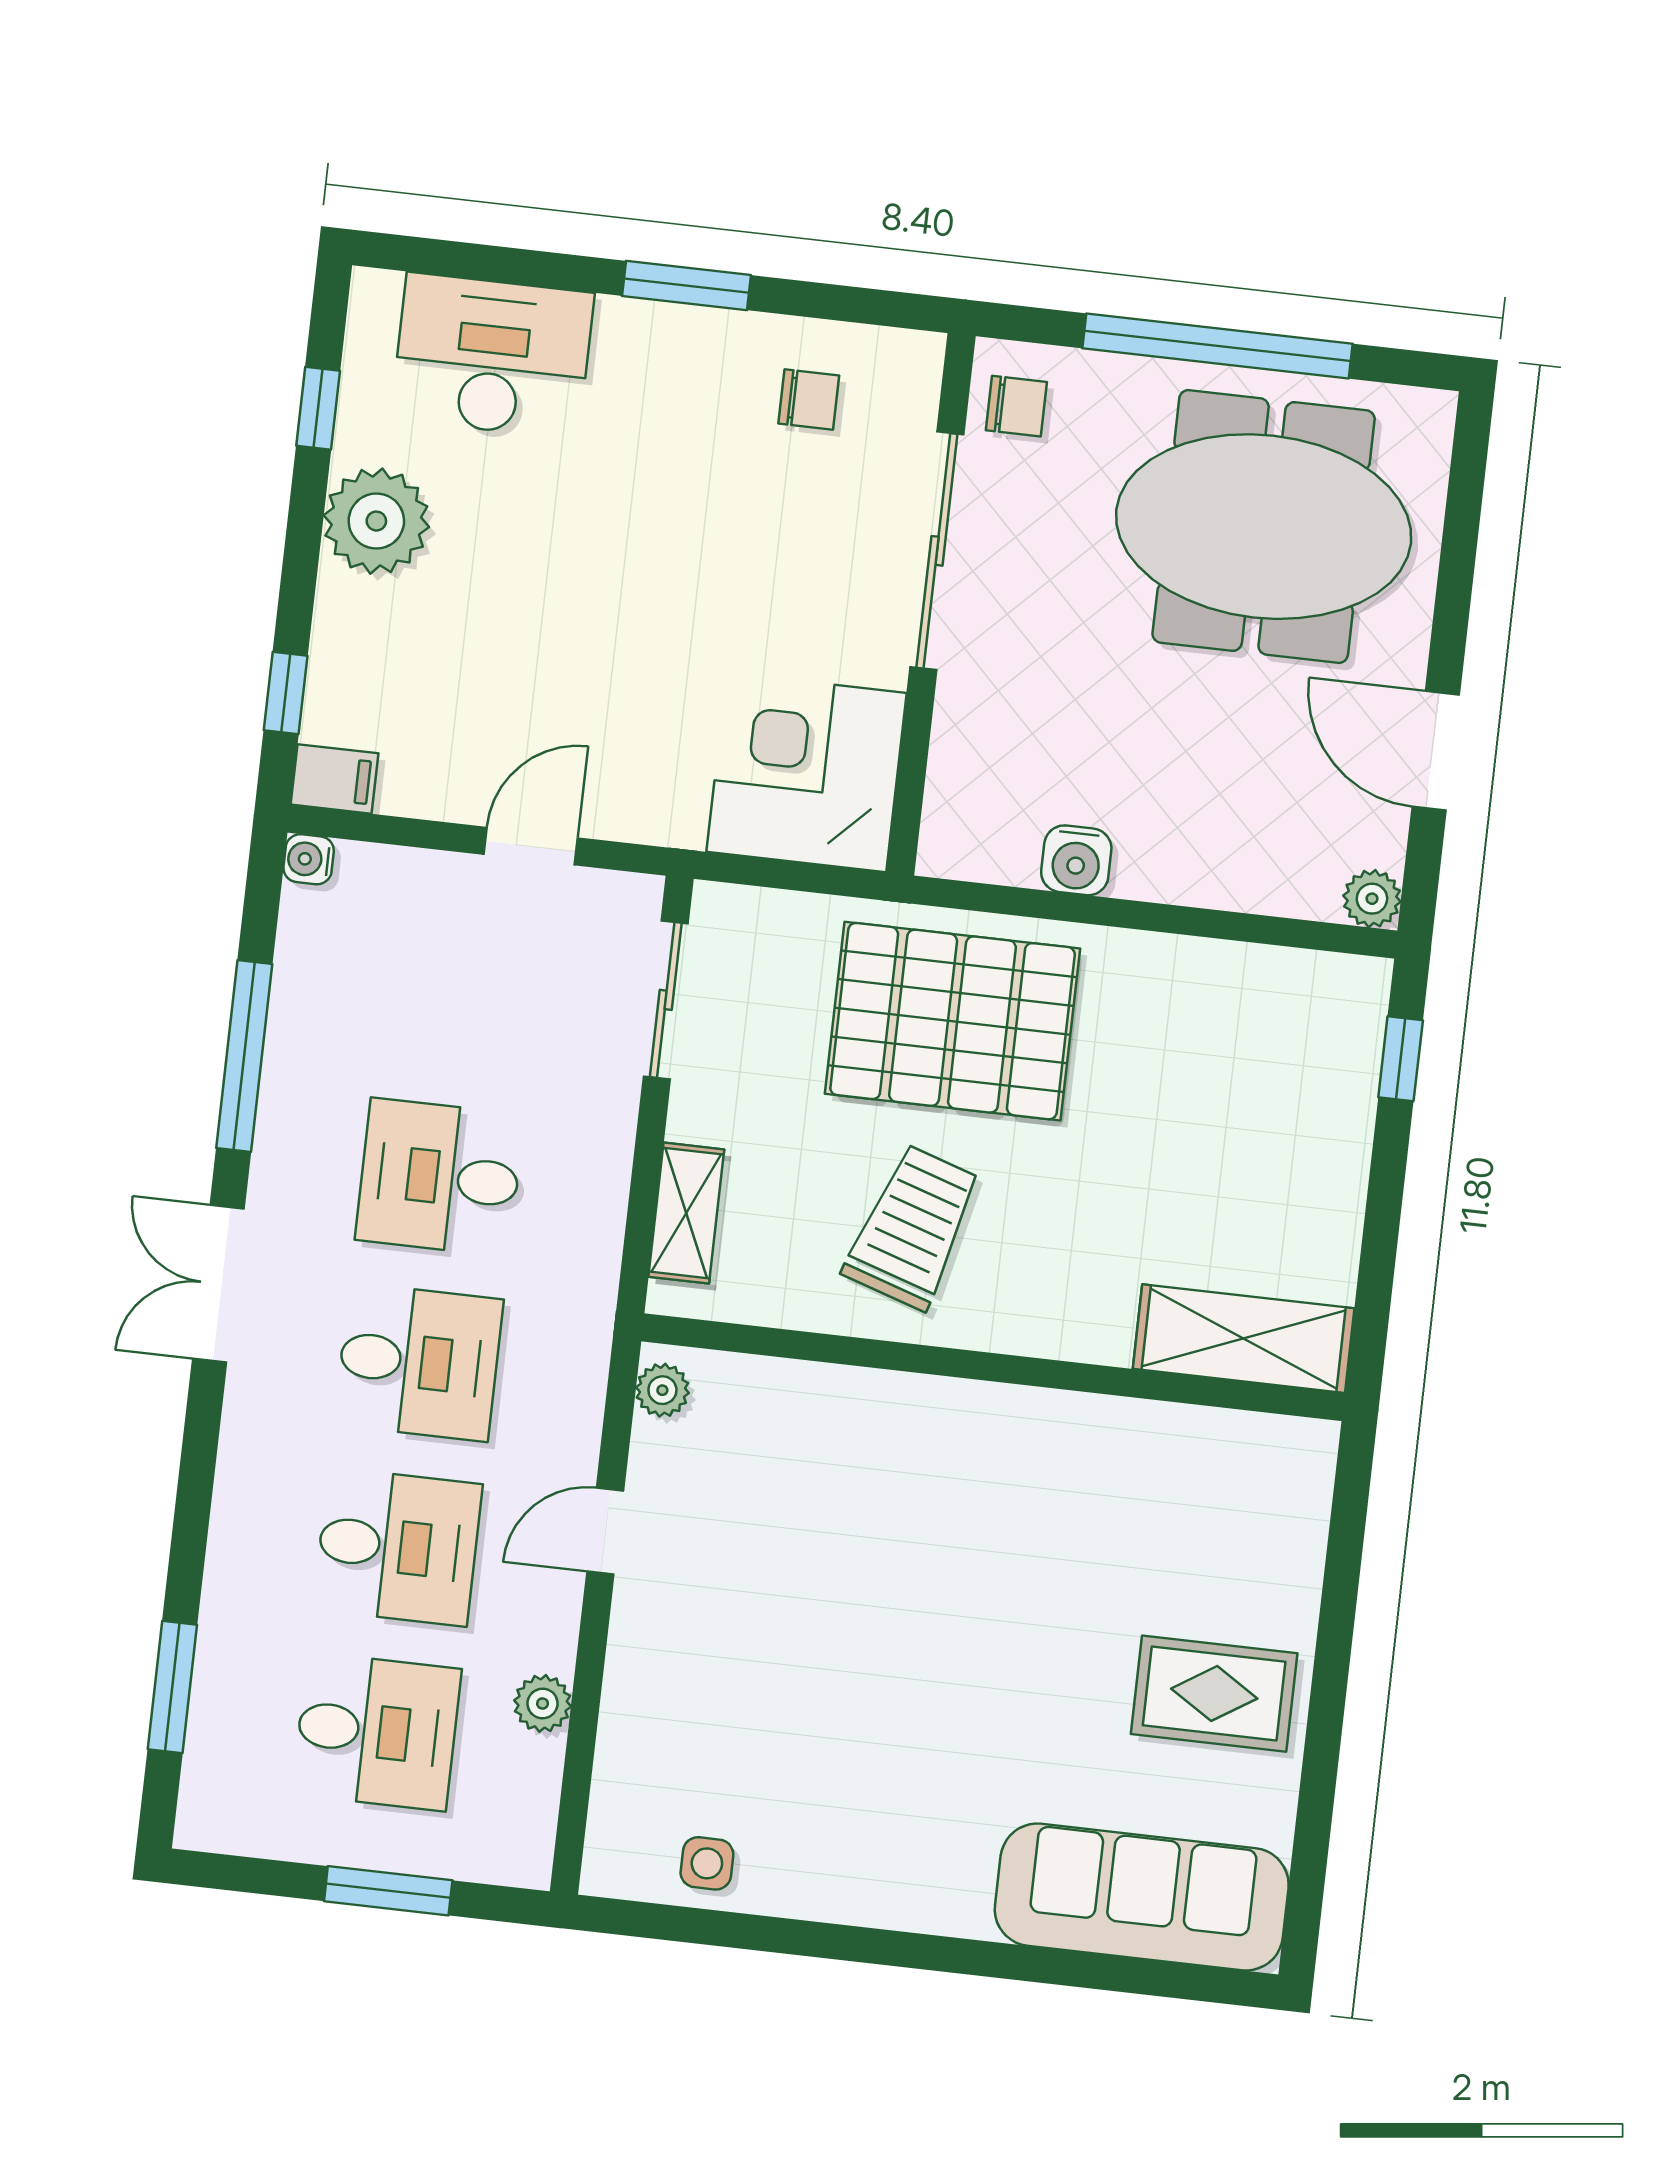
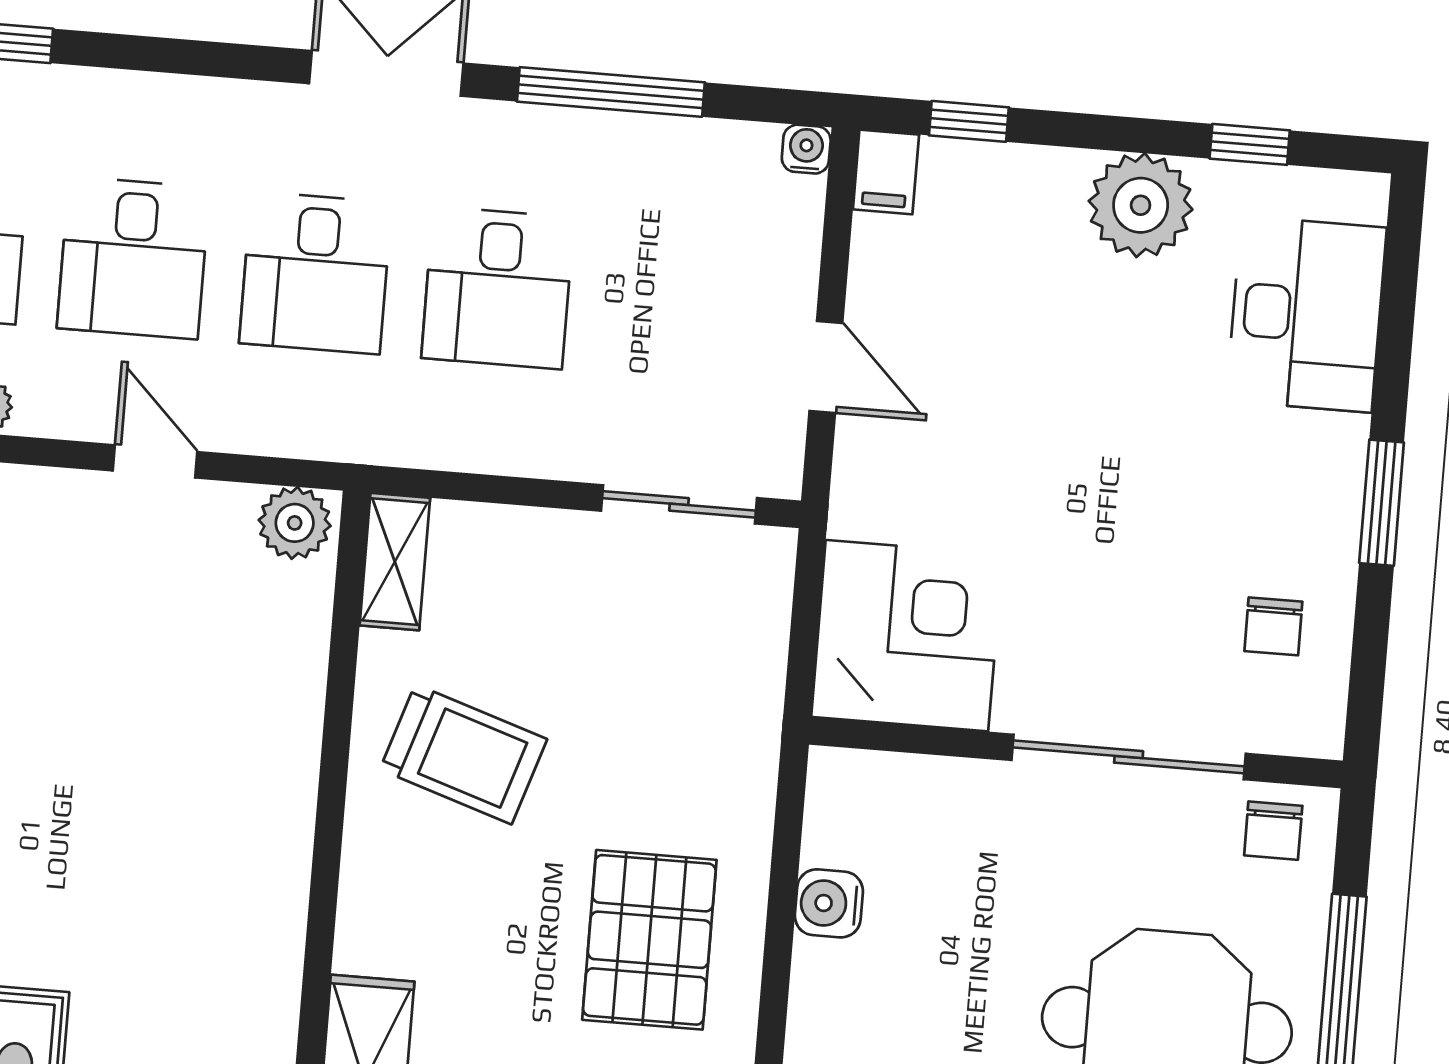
pallet: (953, 1021) -> (649, 940), moved, width x0.73, depth x0.71
desk: (440, 1177) -> (498, 288), turned 180
shelving: (686, 1213) -> (395, 562), moved, turned 90
plant: (662, 1390) -> (295, 523), width x1.38, depth x1.38

